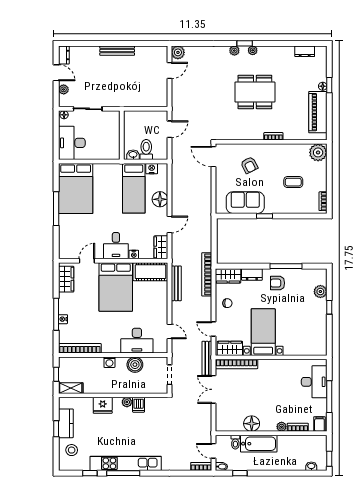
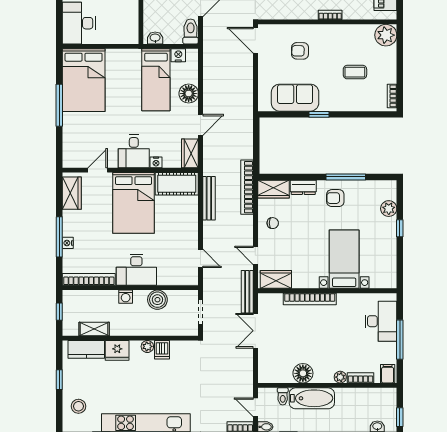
toilet: (146, 150) -> (191, 31), moved
armchair: (249, 165) -> (300, 51), turned 118
bed with nightstands: (263, 332) -> (344, 259), moved
desk: (137, 341) -> (136, 270), moved
bookcase: (236, 364) -> (310, 299), moved
shelving: (71, 388) -> (94, 329), moved
kitchen counter: (66, 423) -> (86, 349), moved, turned 90

